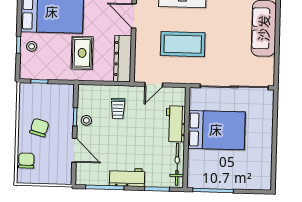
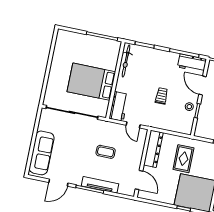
coffee table: (183, 44) -> (106, 152), width x0.54, depth x0.58
door: (154, 85) -> (133, 125), swing flipped
trolley: (118, 108) -> (162, 96), moved
workbench: (176, 124) -> (119, 106), moved
workbench: (127, 177) -> (192, 63), moved

